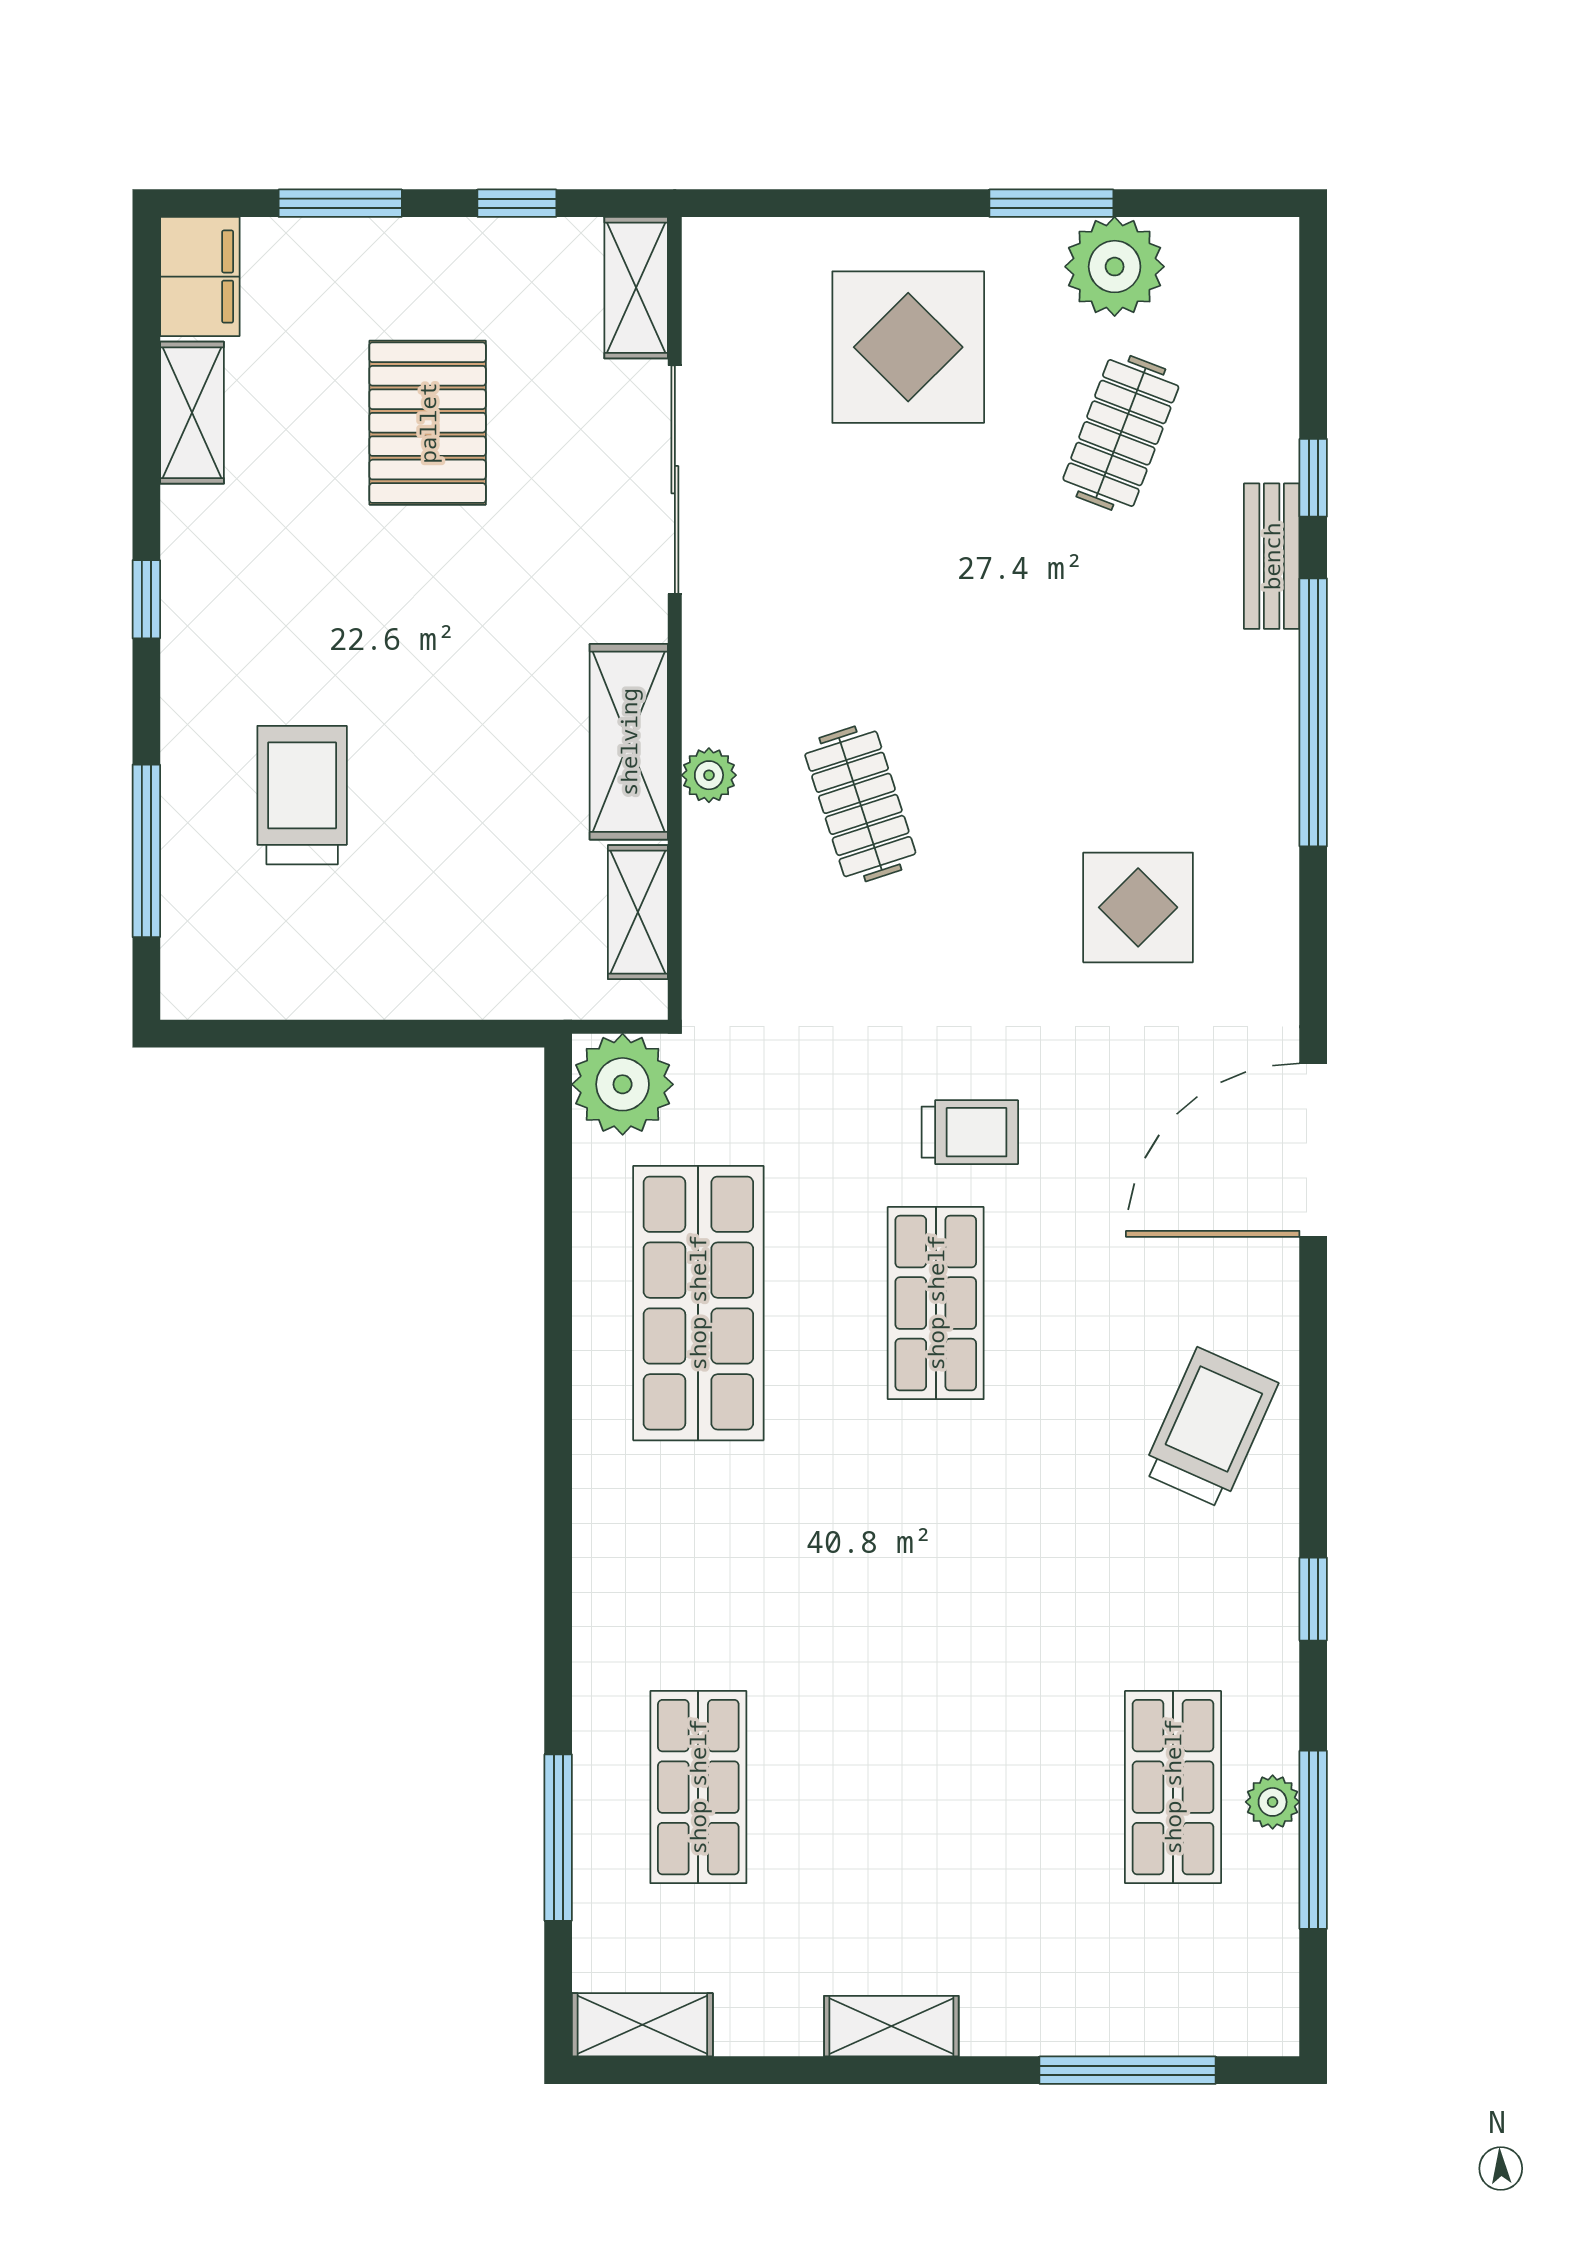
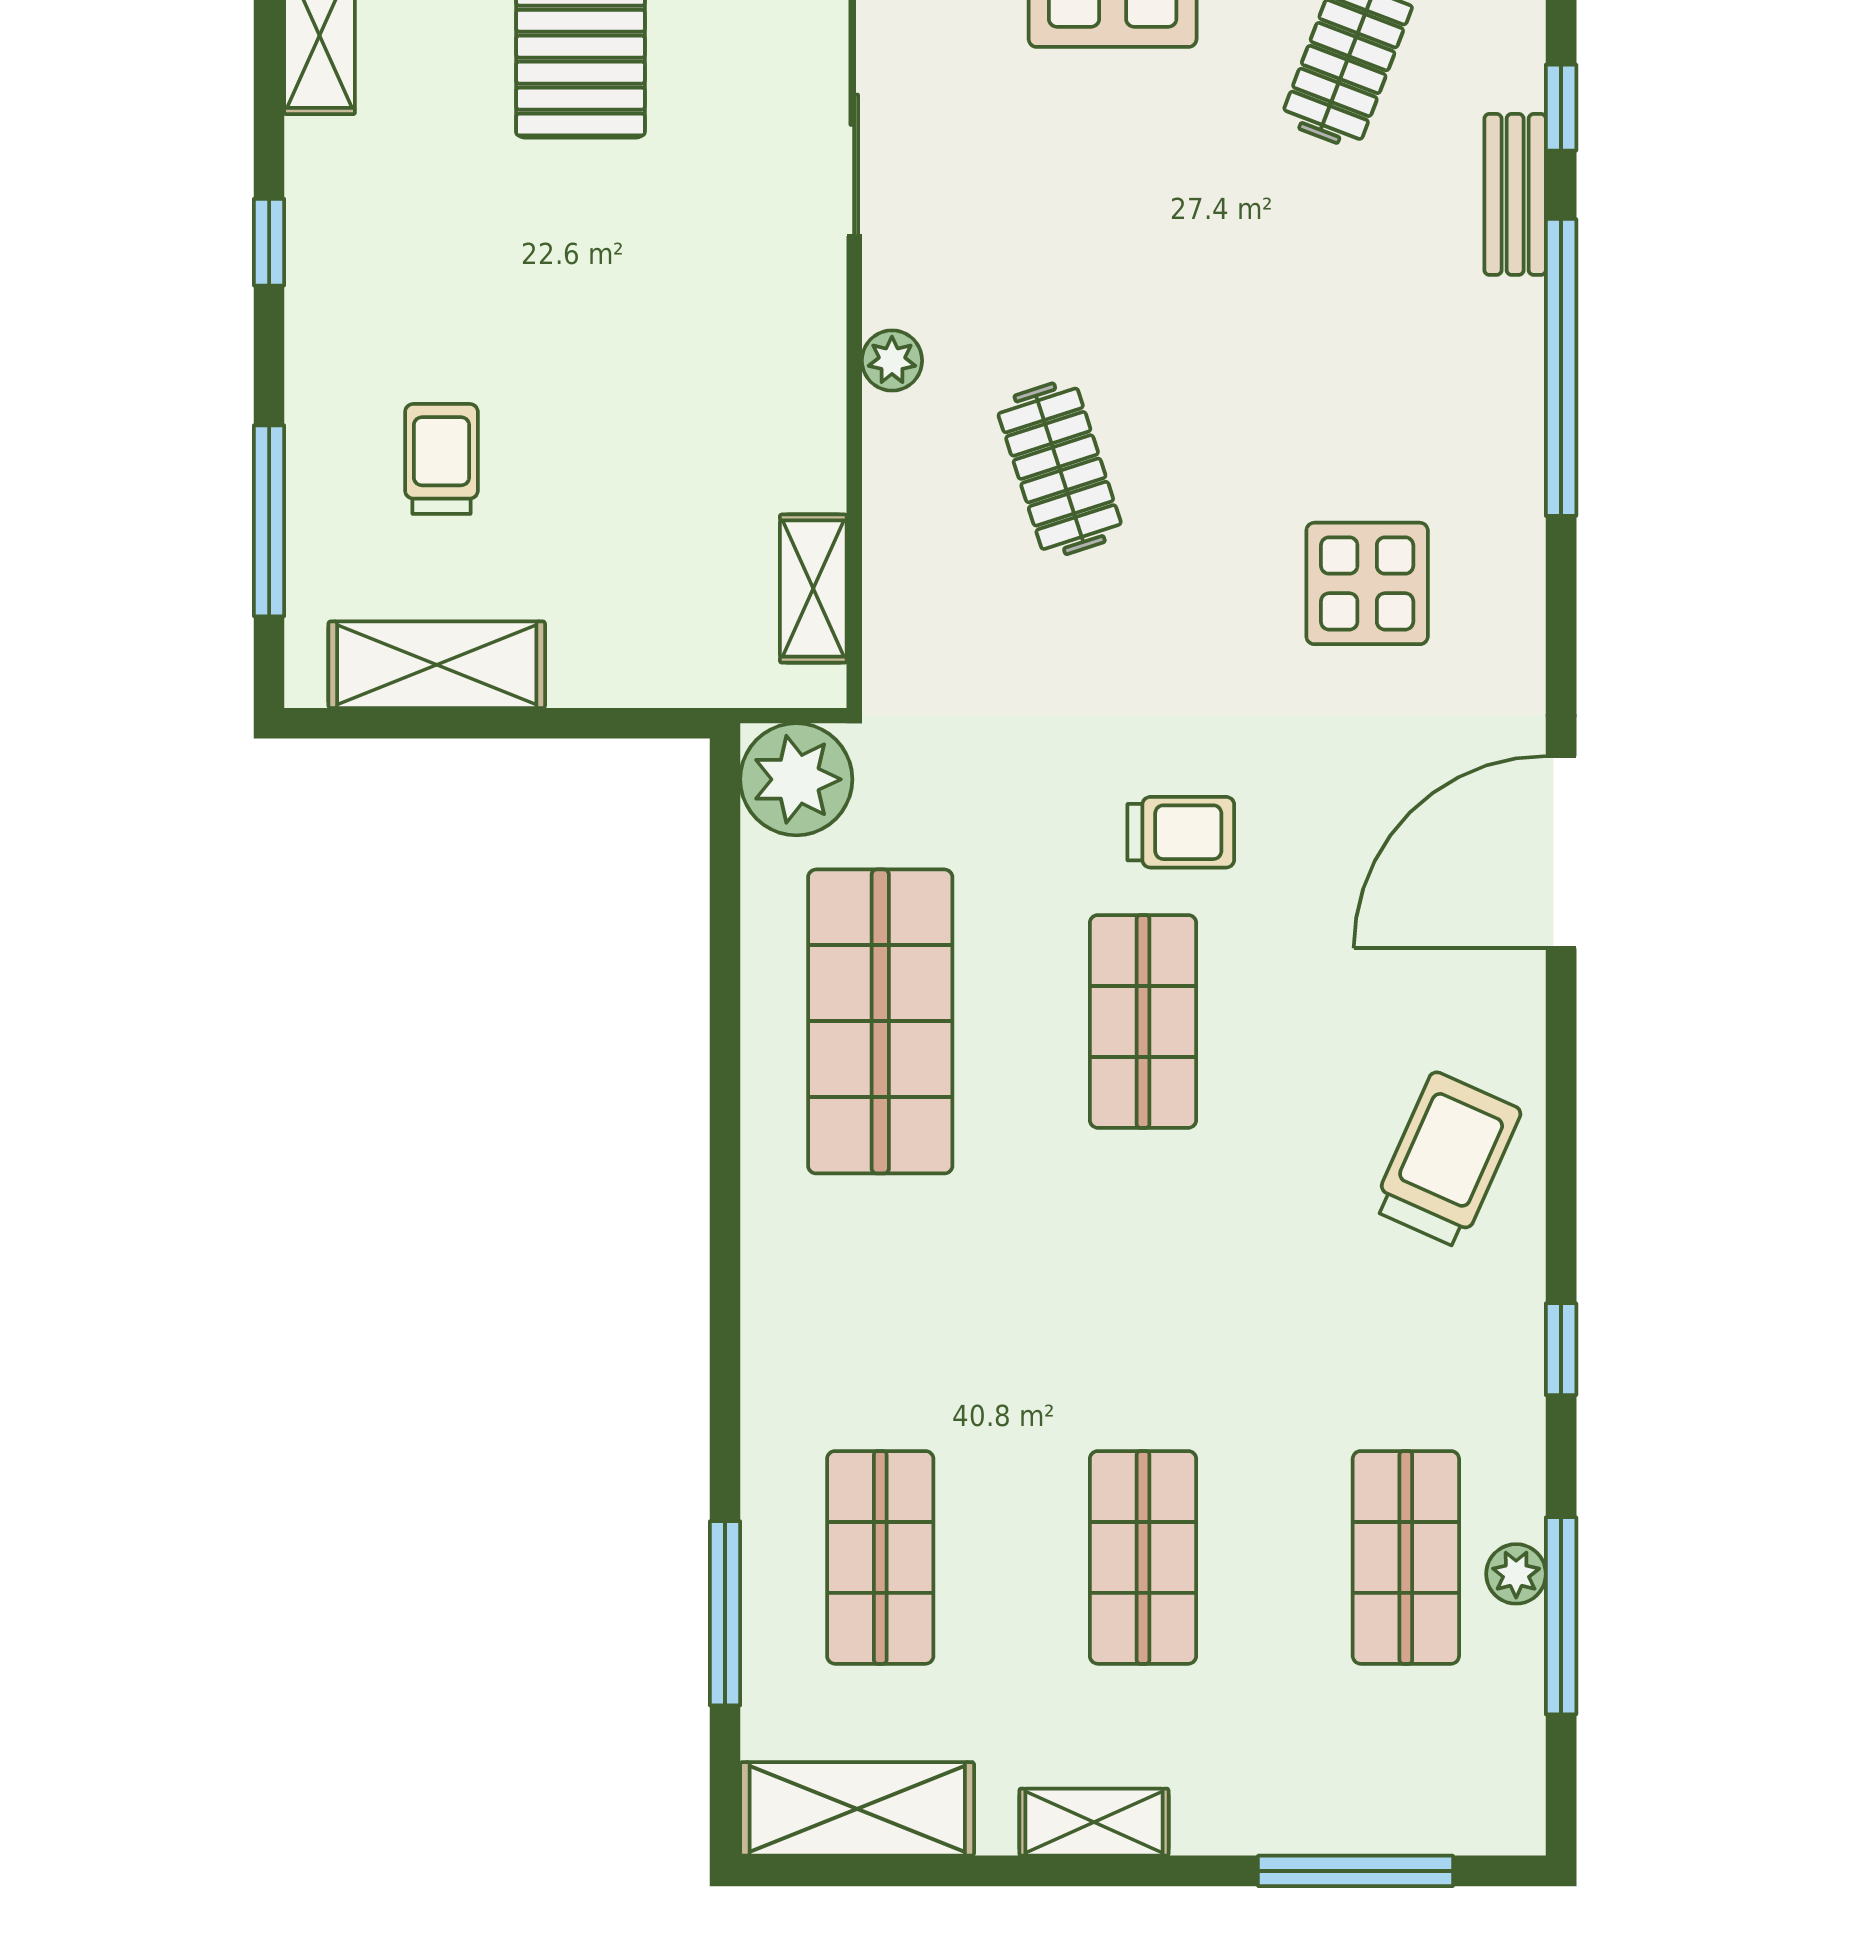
shelving: (629, 742) -> (437, 665), moved, turned 90
plant: (709, 775) -> (892, 361), moved
trolley: (302, 795) -> (441, 459), width x0.73, depth x0.72
shop shelf: (936, 1787) -> (1143, 1557), added
shelving: (642, 2025) -> (857, 1809), width x1.50, depth x1.33

